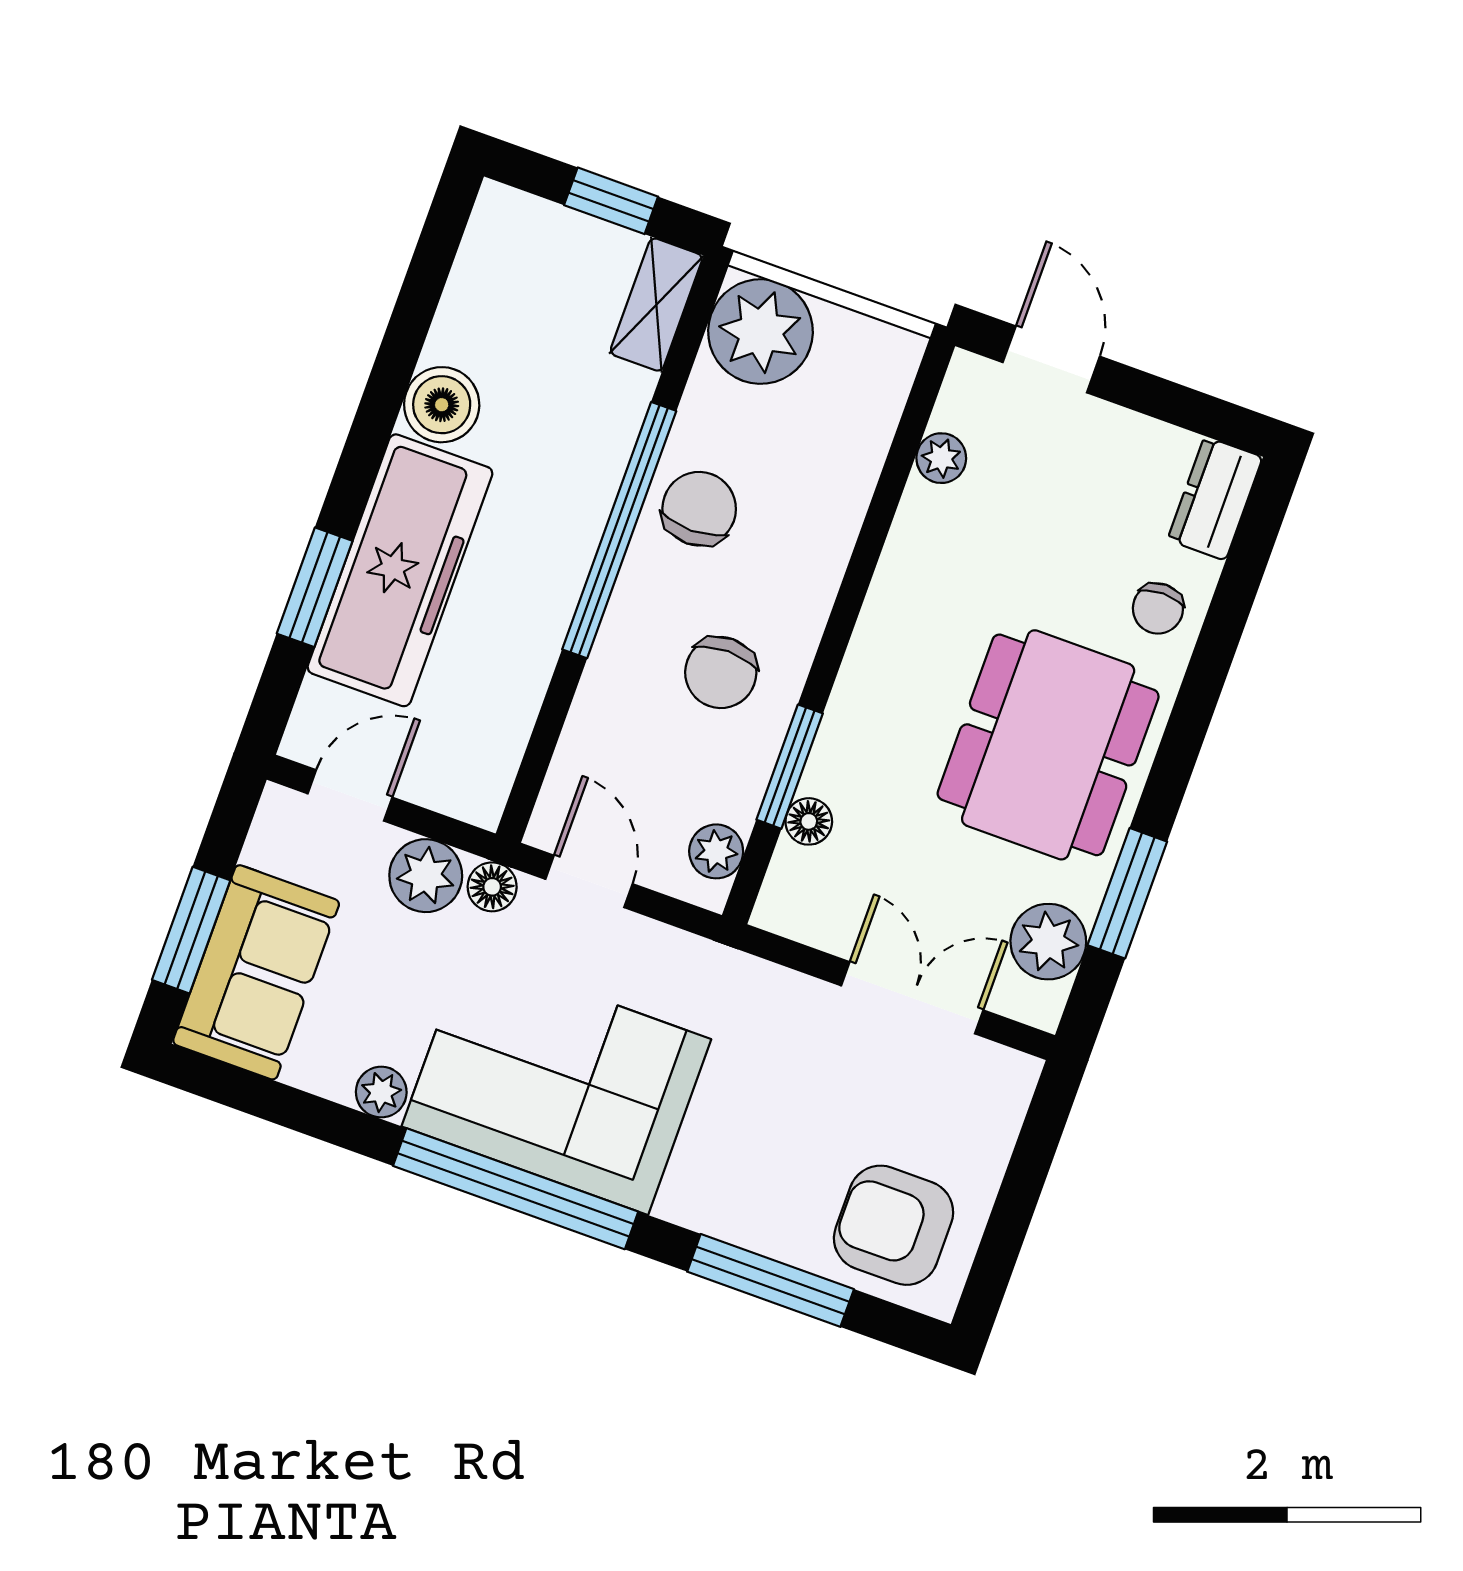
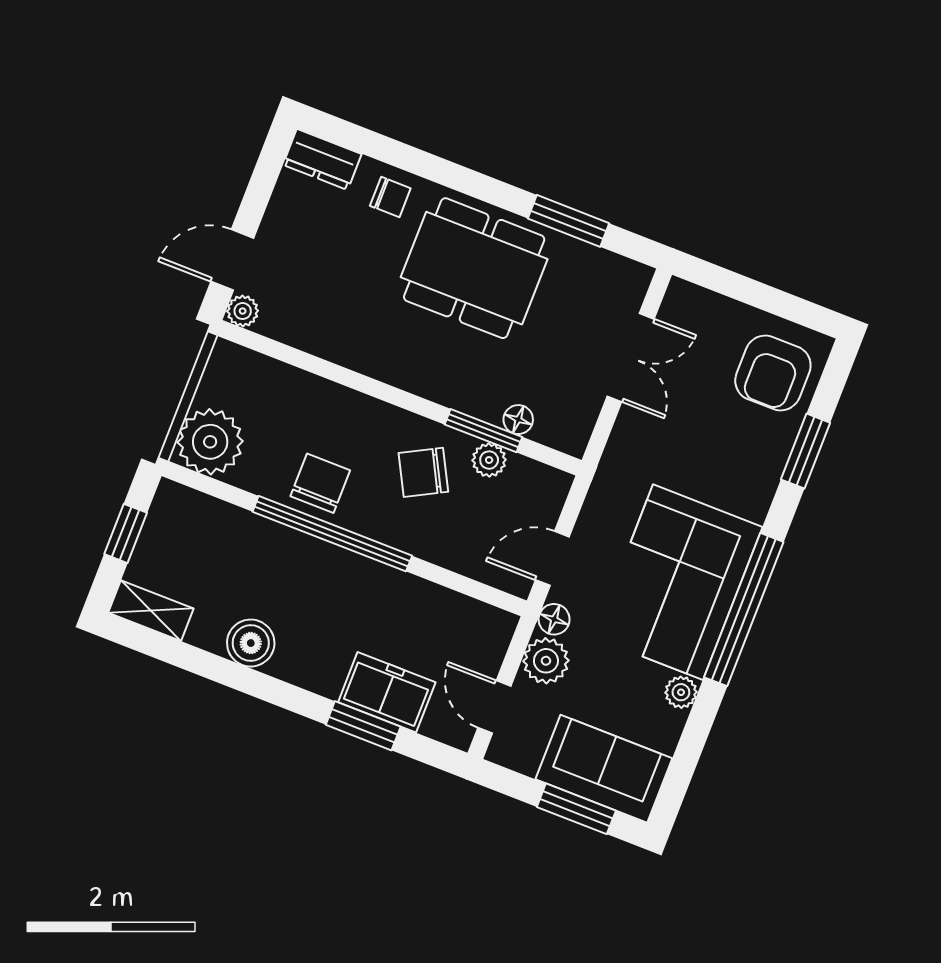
shelving: (656, 305) -> (151, 611), moved
plant: (941, 458) -> (243, 311), moved
chair: (699, 509) -> (320, 483), turned 90
freezer: (400, 570) -> (387, 692), width x0.52, depth x0.79
chair: (721, 673) -> (423, 472), turned 152
plant: (716, 851) -> (489, 460), moved
plant: (1048, 942) -> (598, 271), removed
double door: (912, 998) -> (631, 358), swing flipped
window: (771, 1280) -> (806, 451), width x0.69

